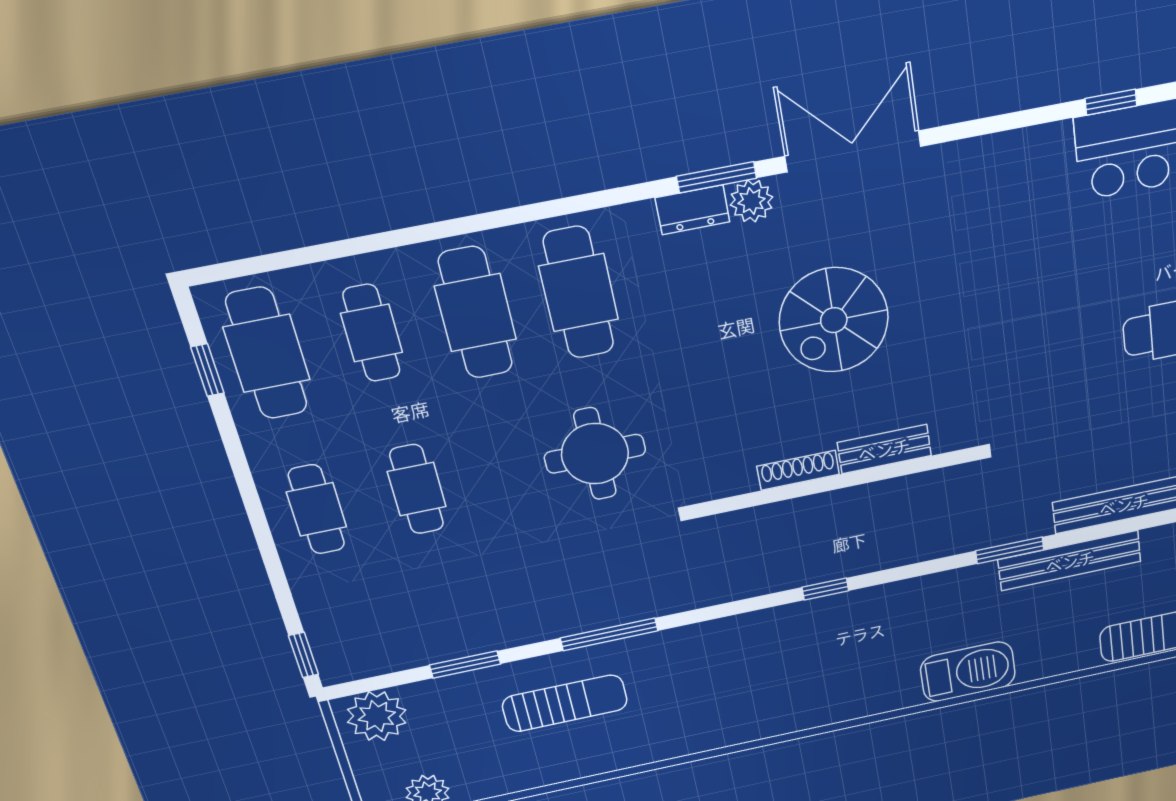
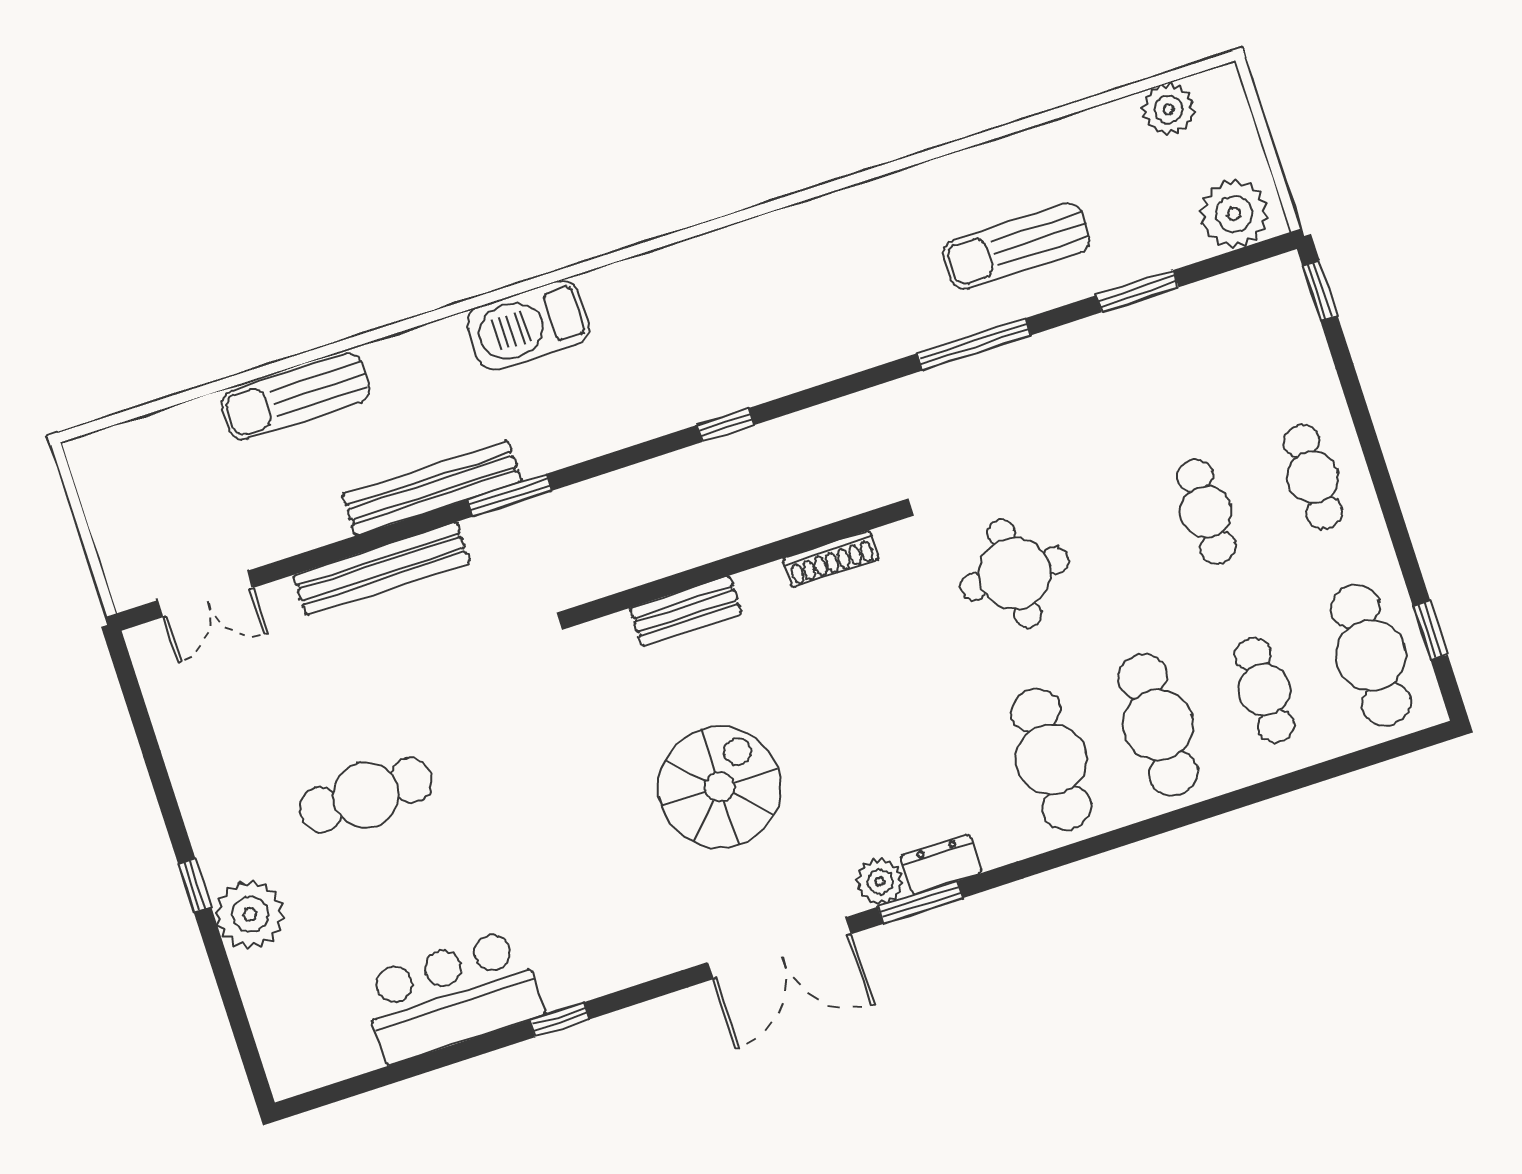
window: (1111, 102) -> (559, 1020), moved
spiral stairs: (834, 320) -> (720, 787), moved
shoe rack: (798, 470) -> (831, 559), moved

